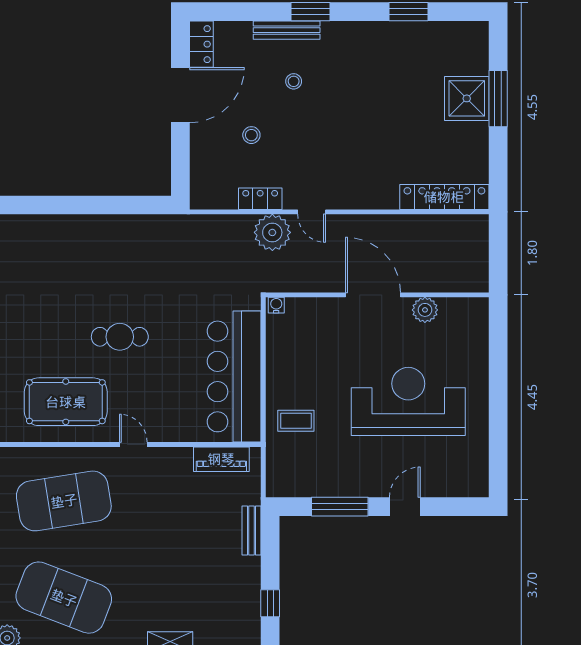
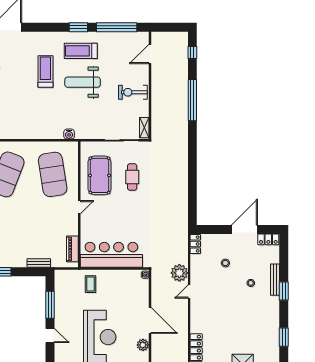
door: (180, 95) -> (244, 229), swing flipped
locker: (260, 199) -> (195, 244), moved
door: (373, 295) -> (150, 320), hinge flipped
cafe table: (120, 337) -> (132, 177), moved

